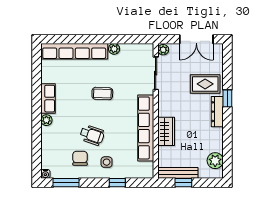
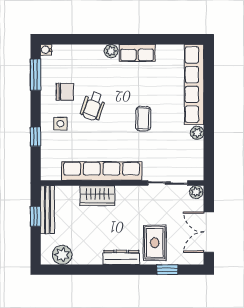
window: (227, 98) -> (167, 270), moved

